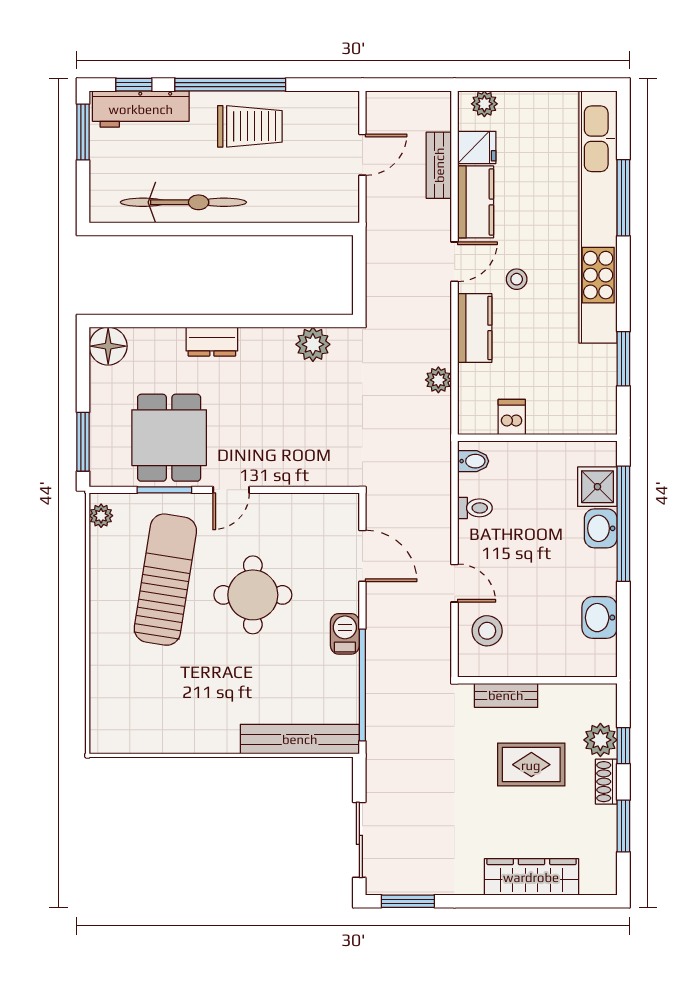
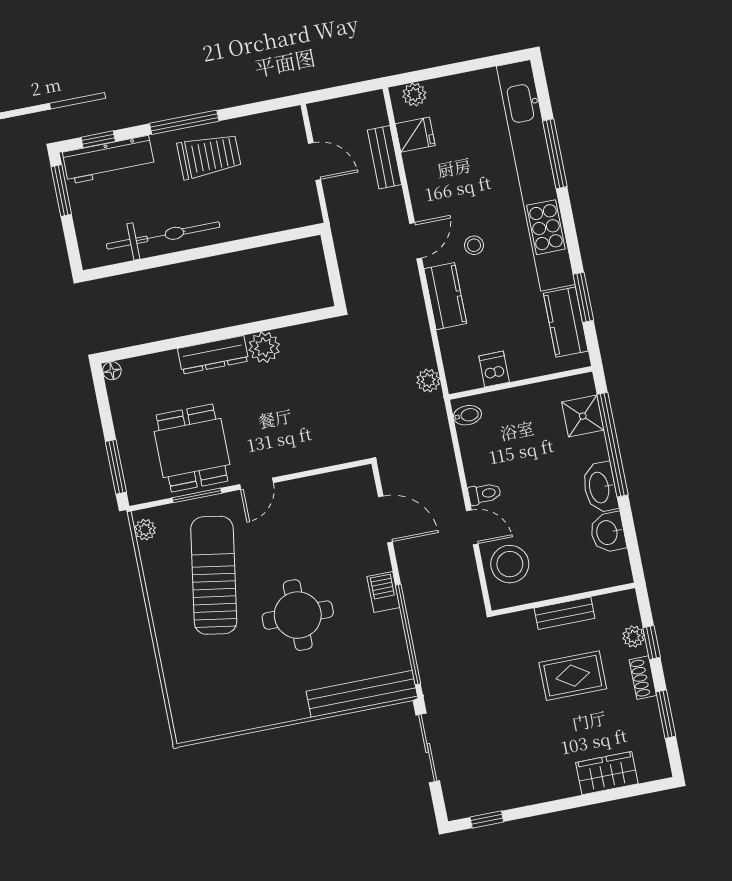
window: (230, 85) -> (184, 122), width x0.68
door: (362, 155) -> (314, 161), hinge flipped
kitchen counter: (476, 202) -> (566, 322), moved, turned 180
dresser: (212, 342) -> (213, 355), width x1.44
plant: (313, 344) -> (264, 347), moved
floor lamp: (108, 346) -> (112, 371), width x0.53, depth x0.53
plant: (438, 380) -> (428, 381), moved
toilet: (475, 508) -> (485, 494), moved
washbasin: (601, 528) -> (600, 487), moved, width x1.38
round table: (253, 595) -> (298, 615), moved
stool: (487, 631) -> (510, 564), width x1.38, depth x1.38
bench: (506, 695) -> (565, 613), moved
plant: (600, 740) -> (633, 637), width x0.73, depth x0.73
sliding door: (359, 840) -> (428, 748), moved
wardrobe: (531, 877) -> (607, 773), width x0.67
window: (408, 901) -> (487, 819), width x0.67

